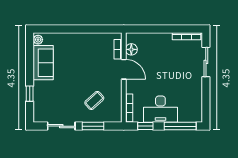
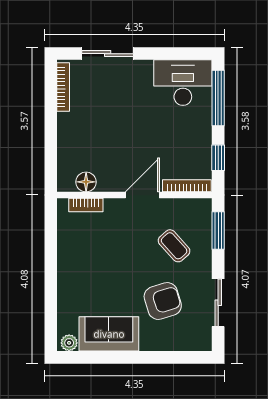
door: (124, 69) -> (142, 195), moved
window: (30, 94) -> (162, 357), removed
armchair: (62, 94) -> (163, 301), added
desk: (160, 109) -> (183, 83), moved, turned -90
window: (93, 126) -> (218, 230), moved

